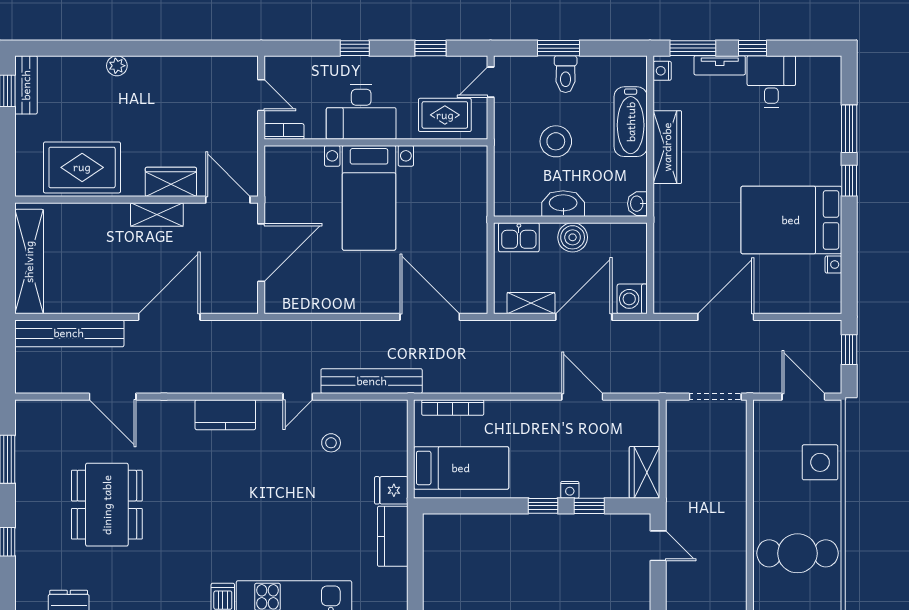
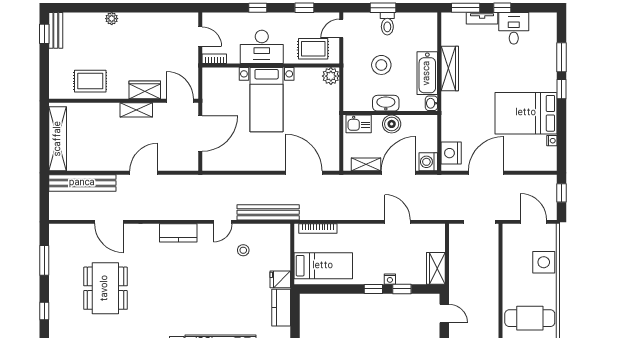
nightstand: (662, 71) -> (451, 153), moved, width x1.89, depth x1.79
bathtub: (631, 122) -> (427, 73), moved
plant: (474, 159) -> (331, 76), added
rug: (82, 167) -> (90, 81), width x0.73, depth x0.70
door: (169, 317) -> (144, 173), width x0.73

